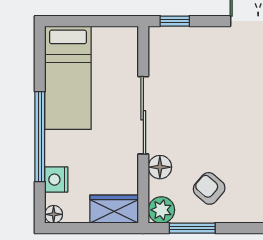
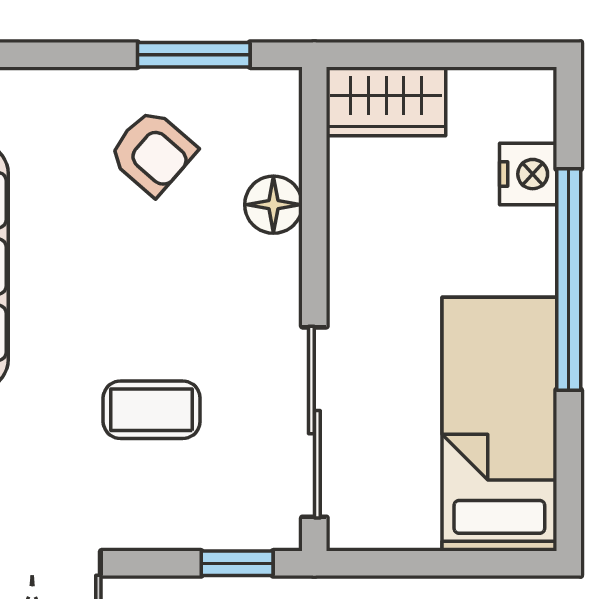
coffee table: (210, 84) -> (152, 410), added
sliding door: (143, 115) -> (314, 422), moved
plant: (161, 210) -> (270, 99), removed
floor lamp: (54, 214) -> (535, 89), removed

